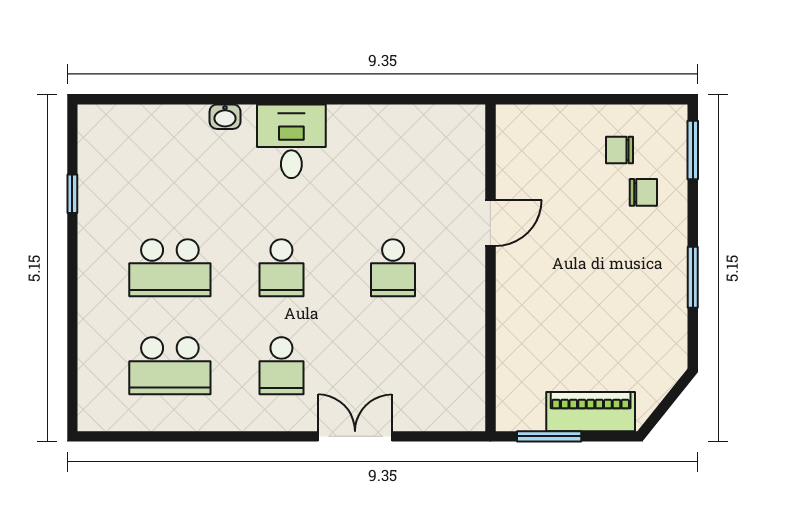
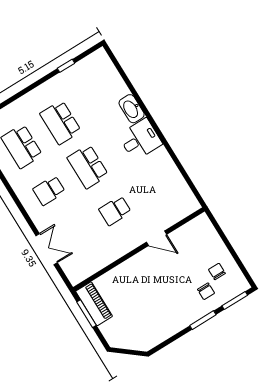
washbasin: (225, 117) -> (132, 109), width x1.91, depth x1.45
school desk: (281, 268) -> (88, 167), width x1.85
window: (693, 277) -> (203, 320), moved
piano: (591, 412) -> (94, 304), moved
double door: (355, 436) -> (47, 249), moved

